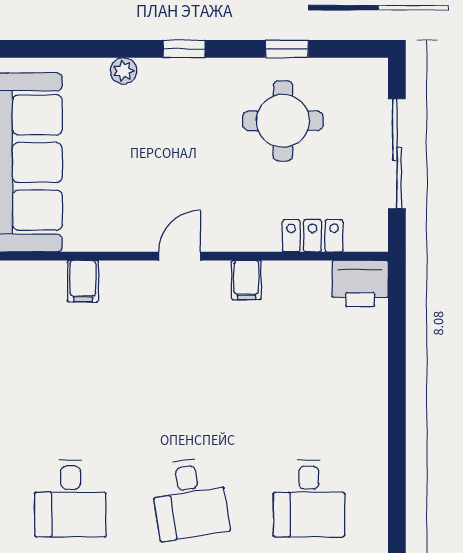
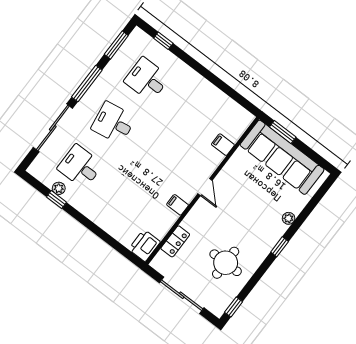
window: (287, 49) -> (234, 307), moved
window: (397, 495) -> (57, 200), added
plant: (375, 507) -> (59, 188), added

